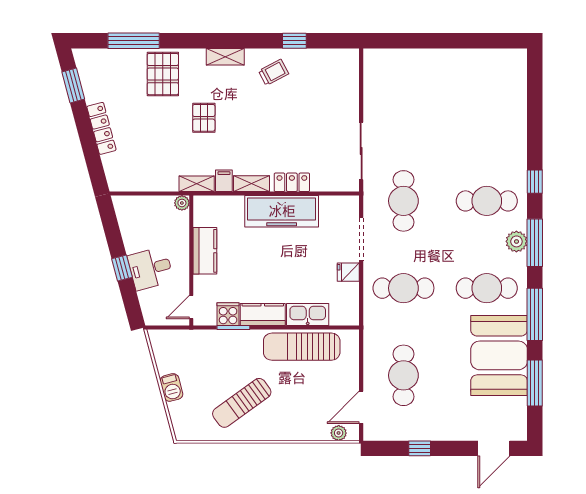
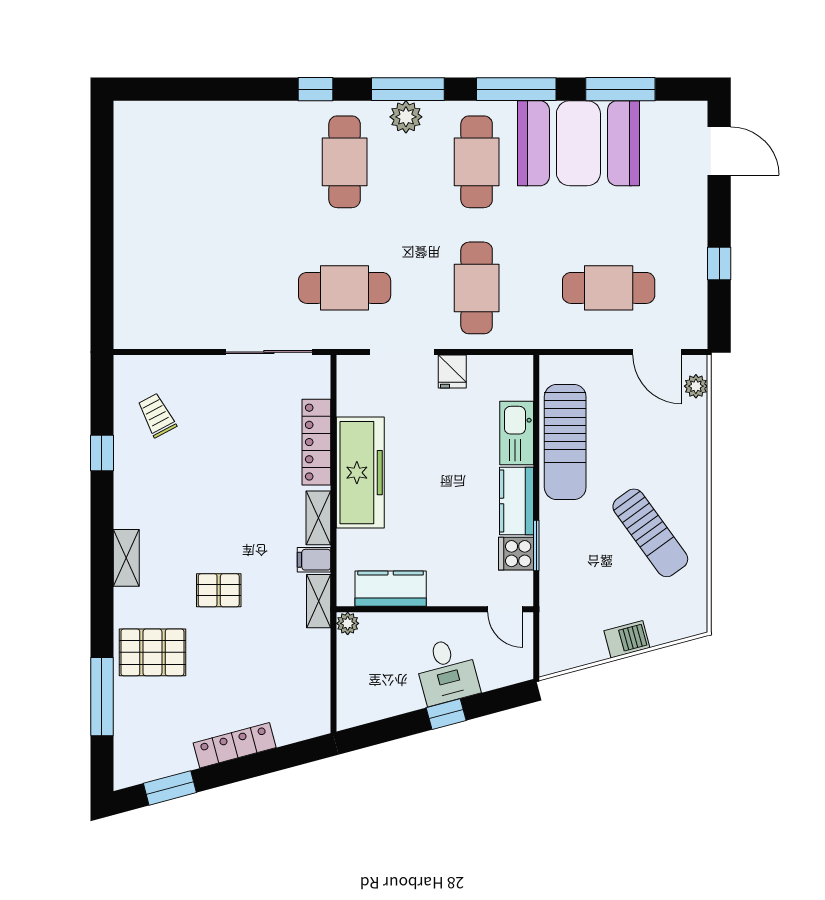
trolley: (274, 72) -> (157, 415), moved
locker: (292, 182) -> (316, 442), width x1.53
kitchen counter: (205, 251) -> (391, 589), moved

